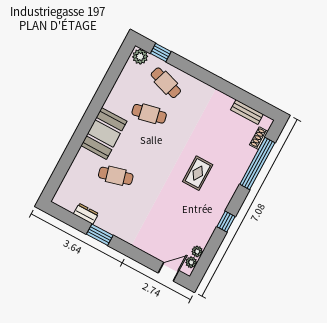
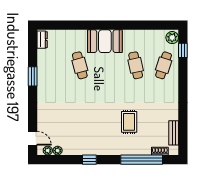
rug: (198, 173) -> (129, 122), moved, turned 90
dresser: (86, 214) -> (42, 40), moved

